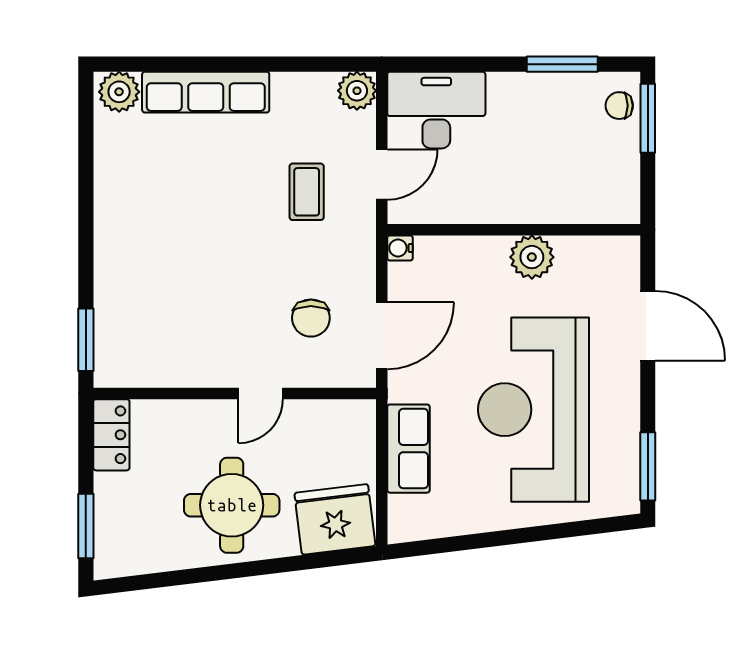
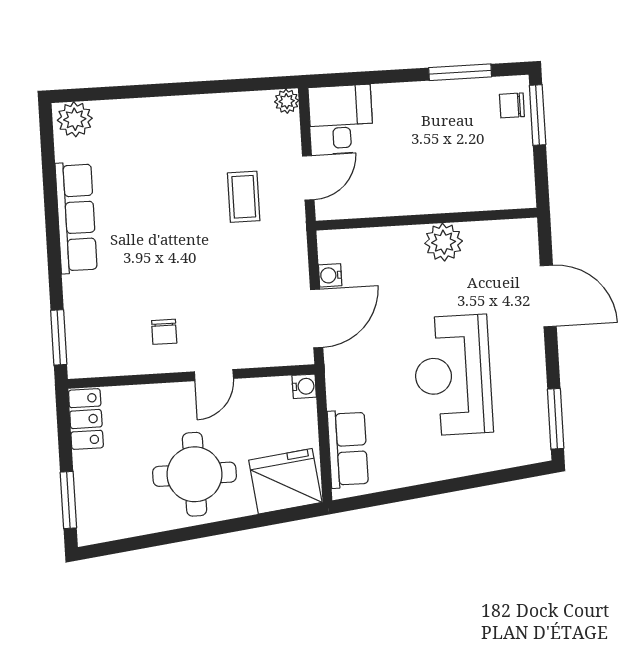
plant: (357, 91) -> (287, 101), width x0.73, depth x0.73
row of seats: (206, 92) -> (76, 218), moved, turned -90
desk: (436, 110) -> (341, 119), width x0.73
water cooler: (400, 248) -> (330, 275), moved
chair: (311, 318) -> (164, 332), moved, width x0.73, depth x0.73
reception desk: (533, 410) -> (453, 375), width x0.74, depth x0.77
water cooler: (363, 412) -> (304, 386), added
row of seats: (408, 449) -> (348, 449), moved

